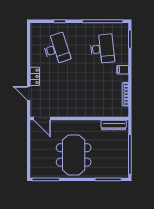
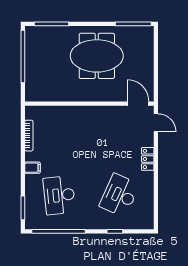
desk: (56, 49) -> (119, 195), turned 42
door: (29, 93) -> (156, 123), moved
dresser: (114, 125) -> (44, 95), removed
meeting table: (74, 155) -> (97, 56), turned 90

